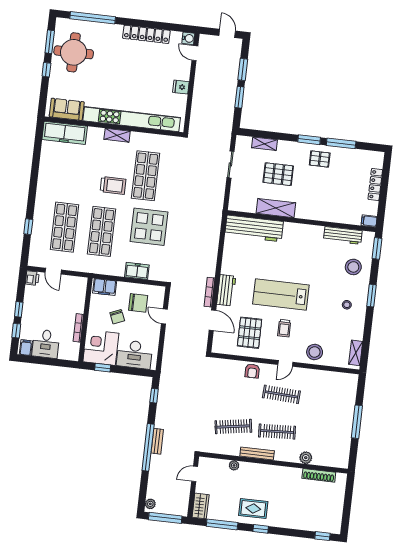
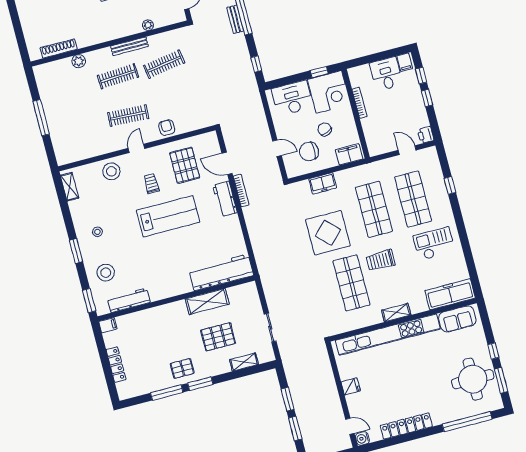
checkout: (61, 182) -> (434, 244), added

